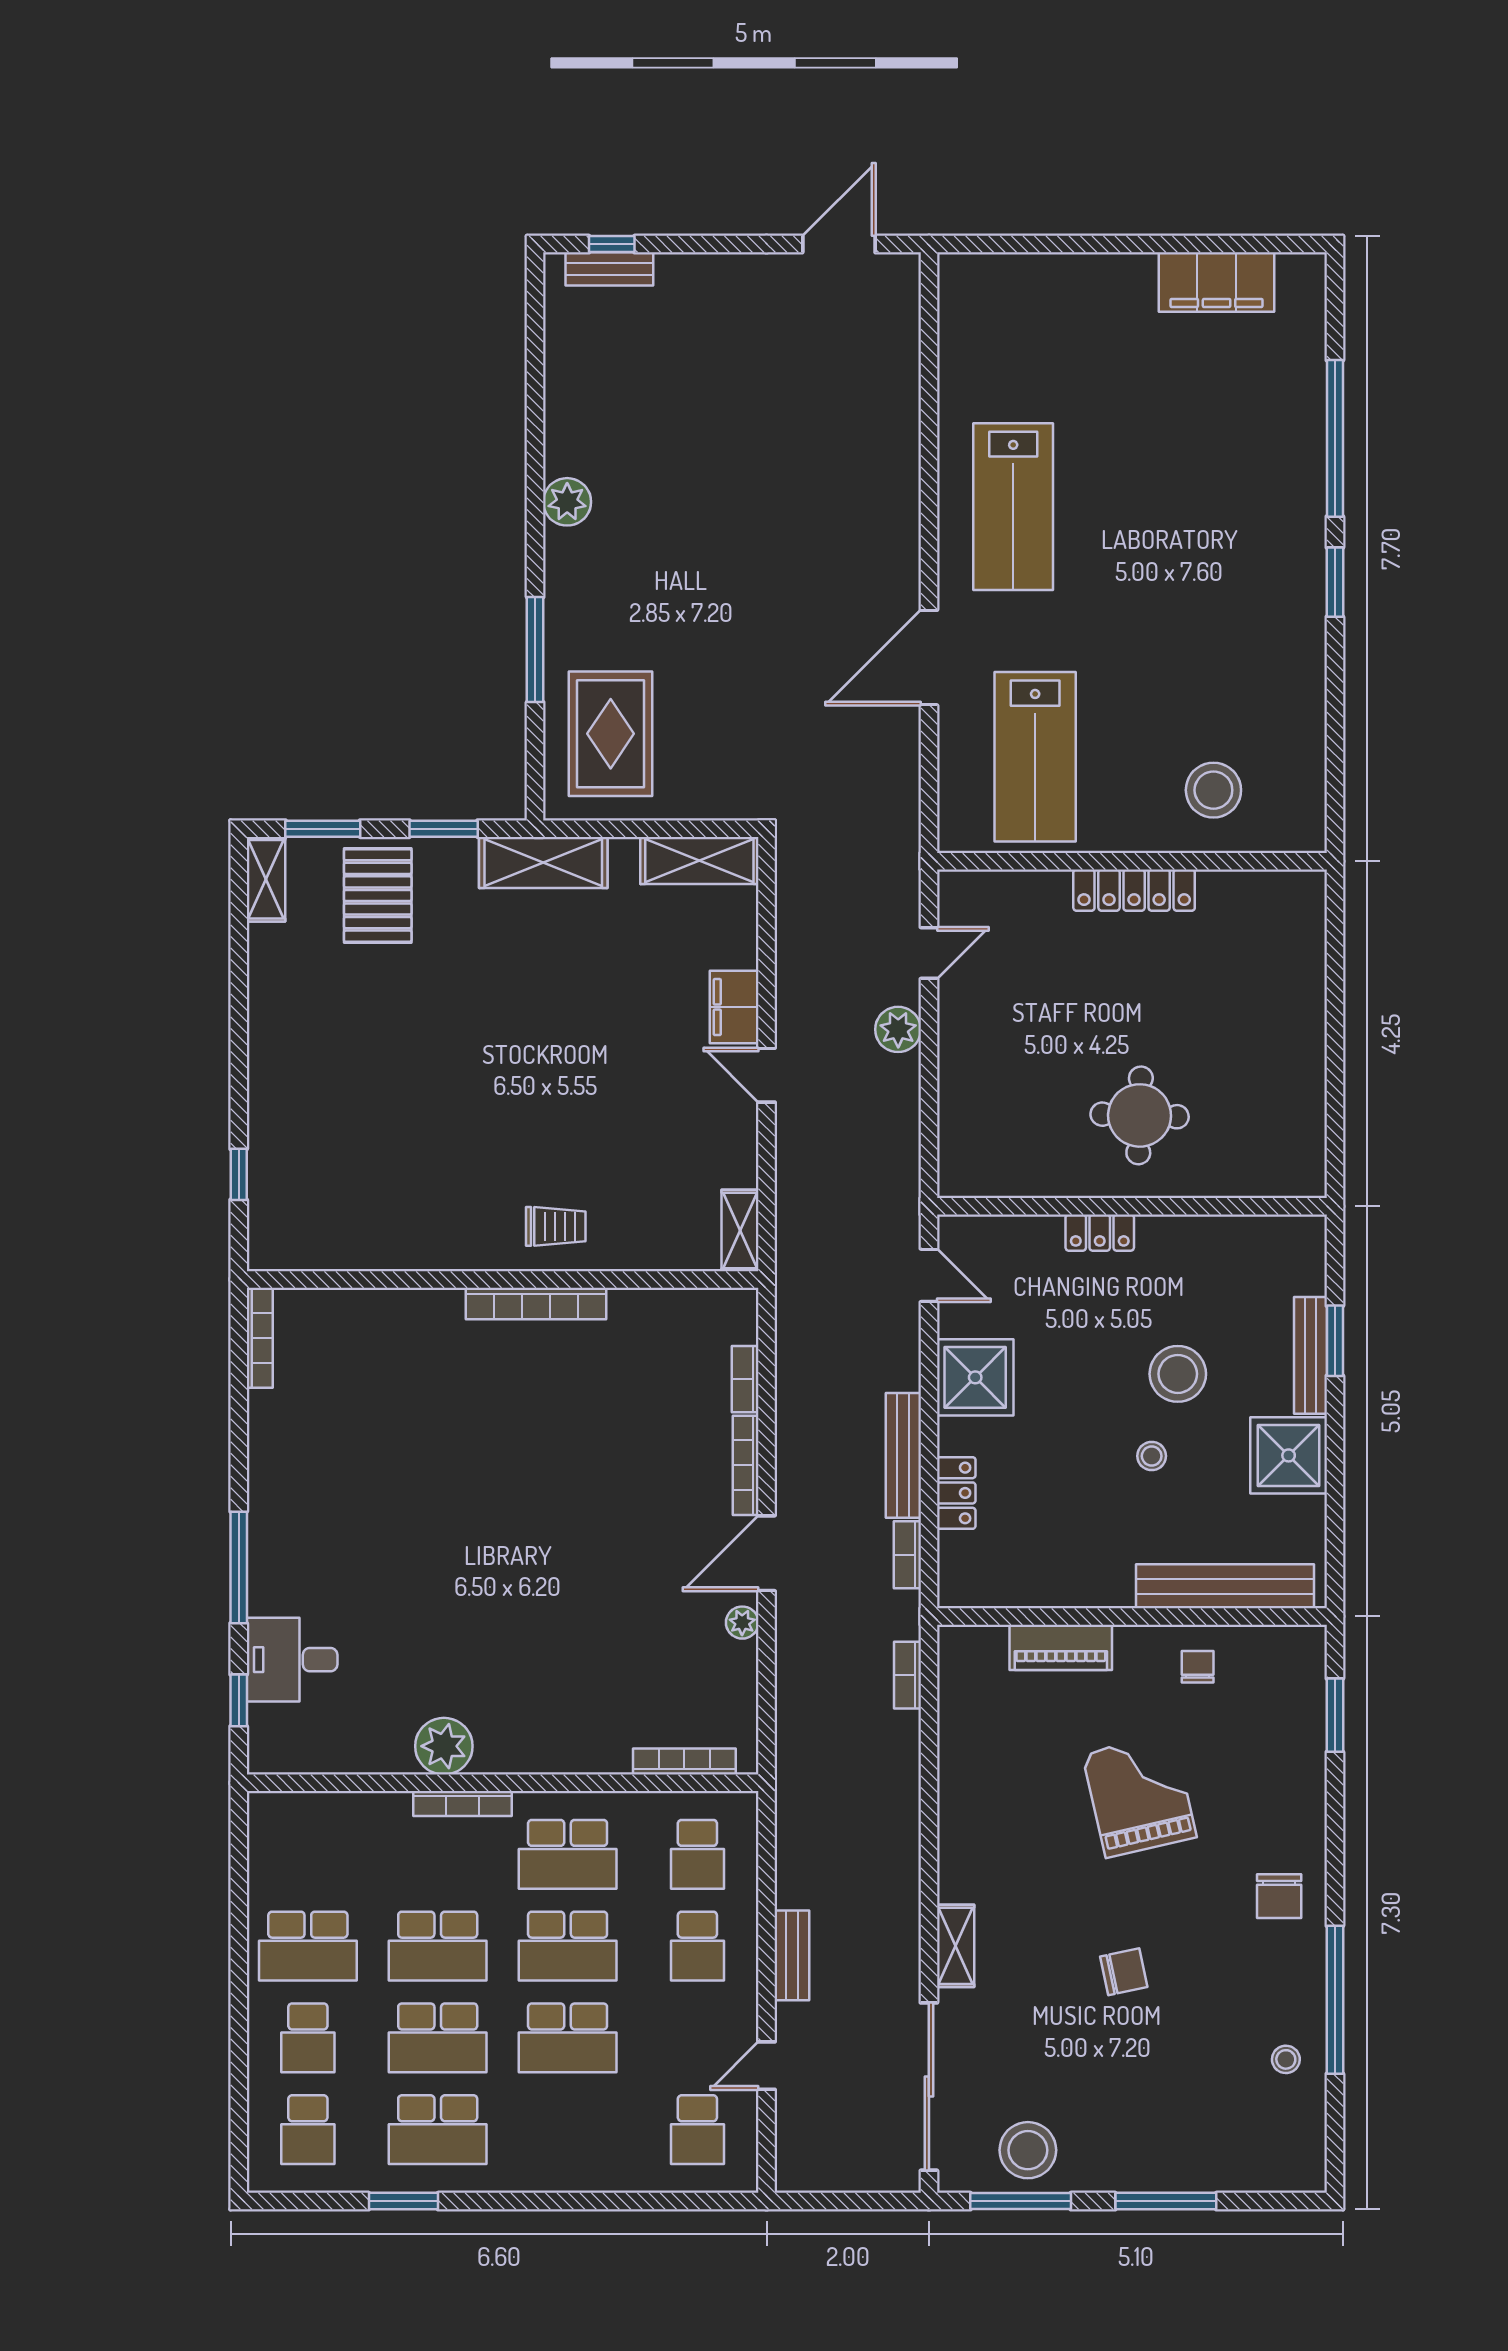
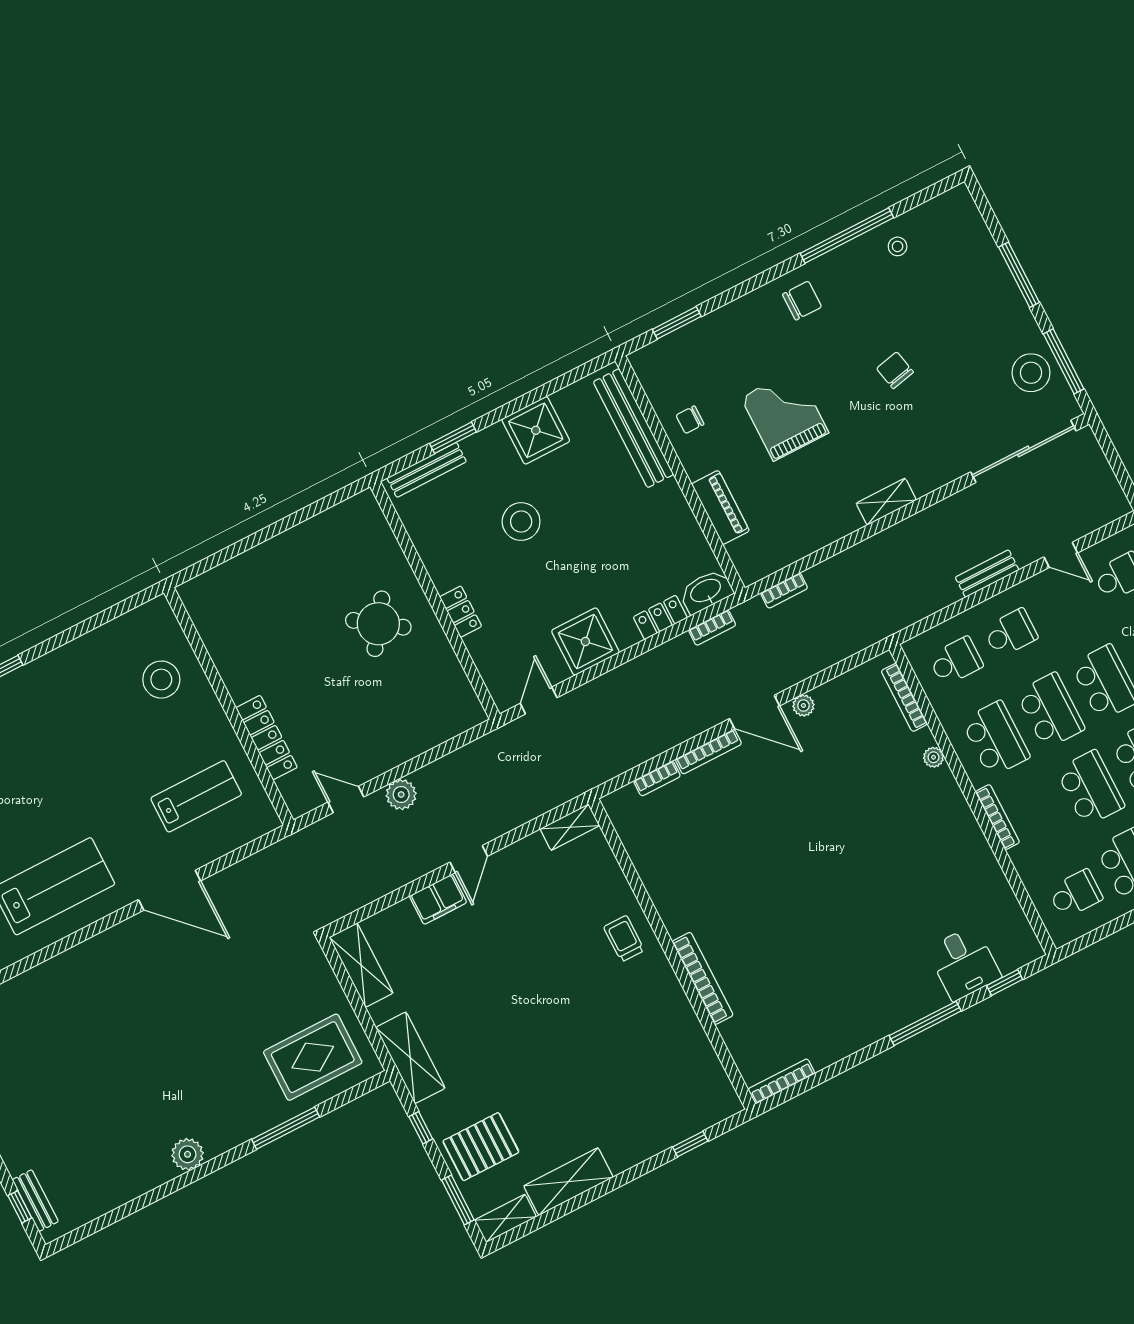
lab bench: (1035, 757) -> (196, 796), width x0.73, depth x0.72
window: (444, 829) -> (421, 1128), width x0.67
locker: (1134, 890) -> (267, 738), moved
shelving: (272, 988) -> (568, 1182), added
round table: (1140, 1115) -> (378, 624), turned 33
bookcase: (536, 1303) -> (703, 978), moved
bench: (1310, 1355) -> (427, 470), moved
bench: (903, 1455) -> (654, 661), removed
stool: (1152, 1456) -> (578, 512), removed
washbasin: (960, 1571) -> (706, 591), added
plant: (444, 1746) -> (934, 757), moved, width x0.53, depth x0.53
grand piano: (1139, 1795) -> (785, 415), turned 103
school desk: (308, 1854) -> (1075, 894), added
shelving: (956, 1946) -> (886, 502), moved

